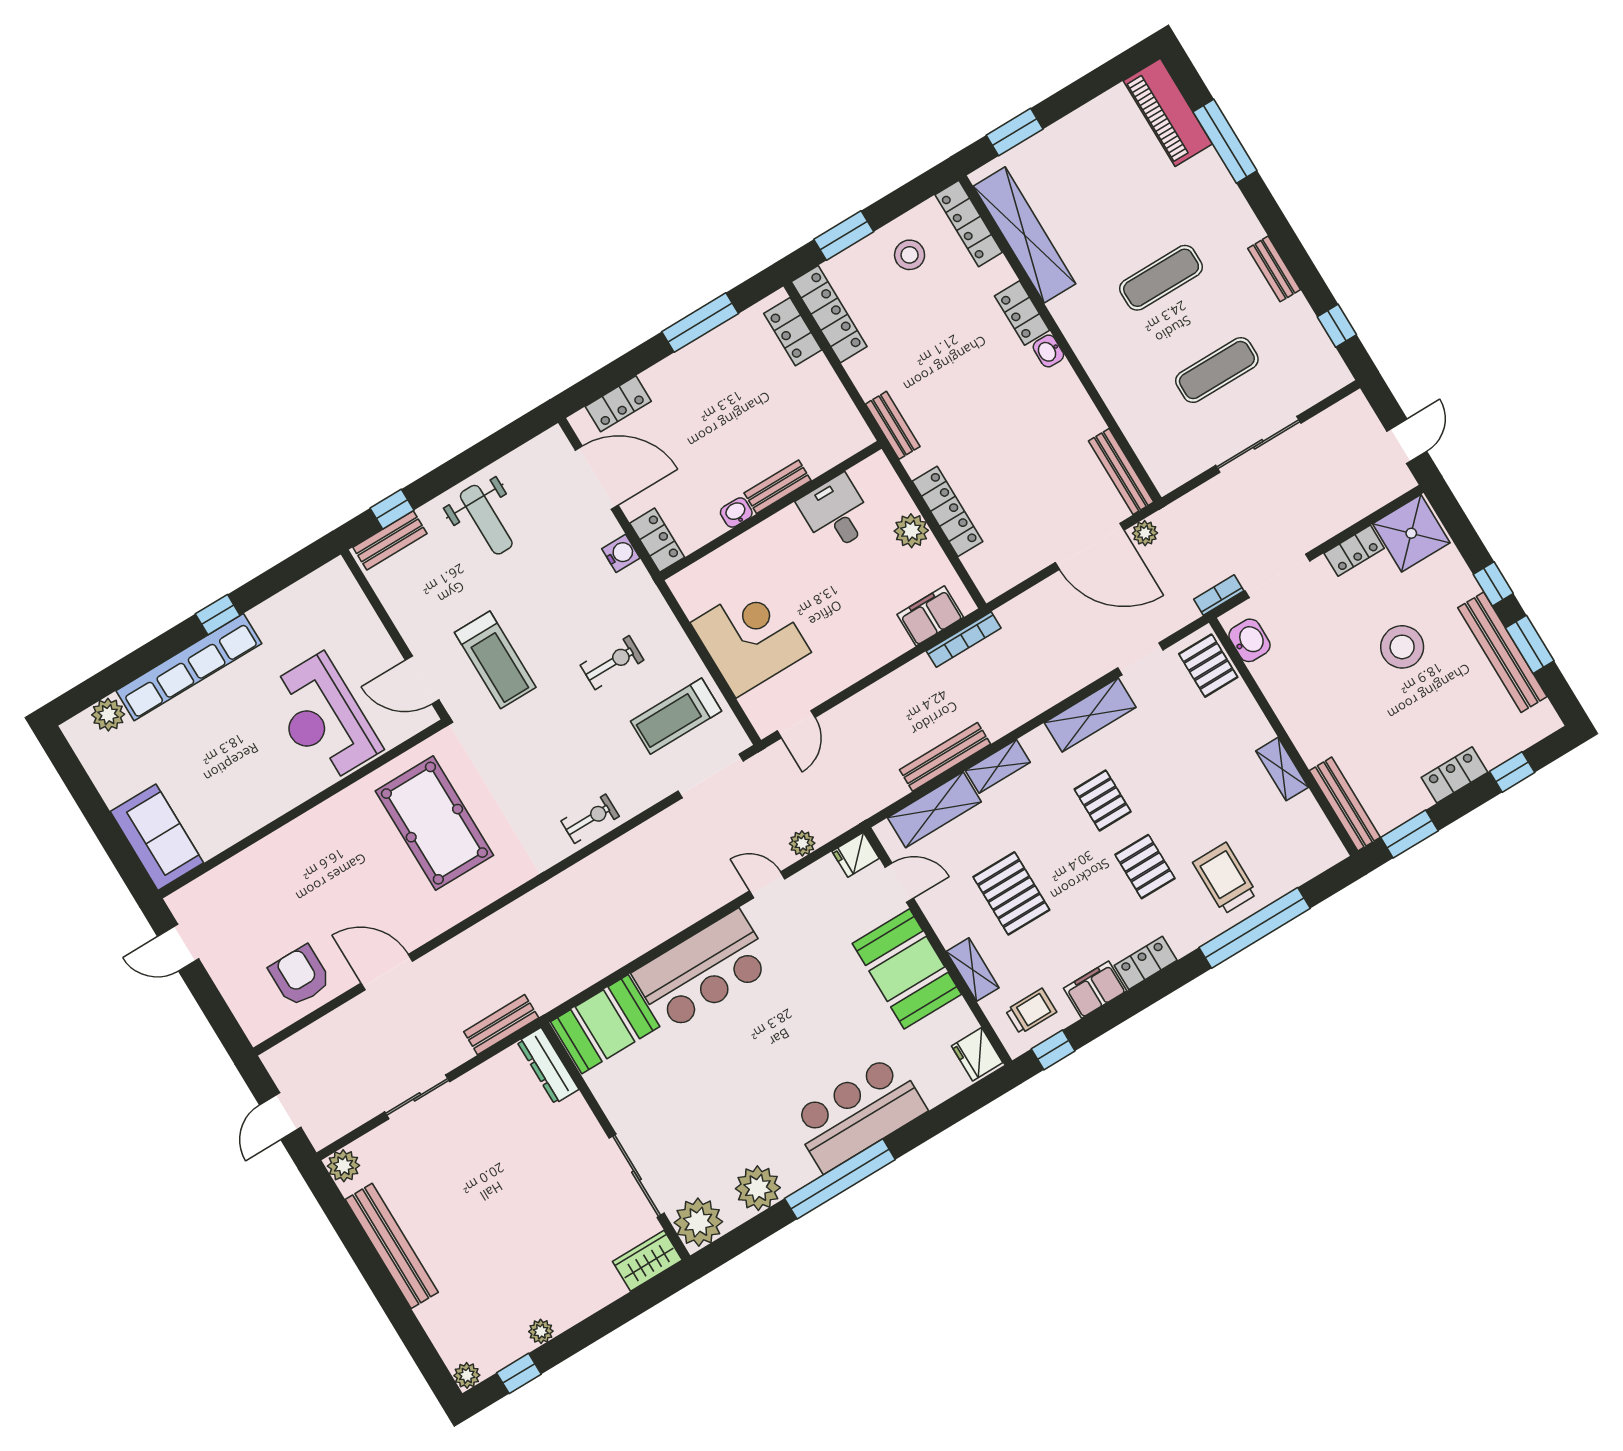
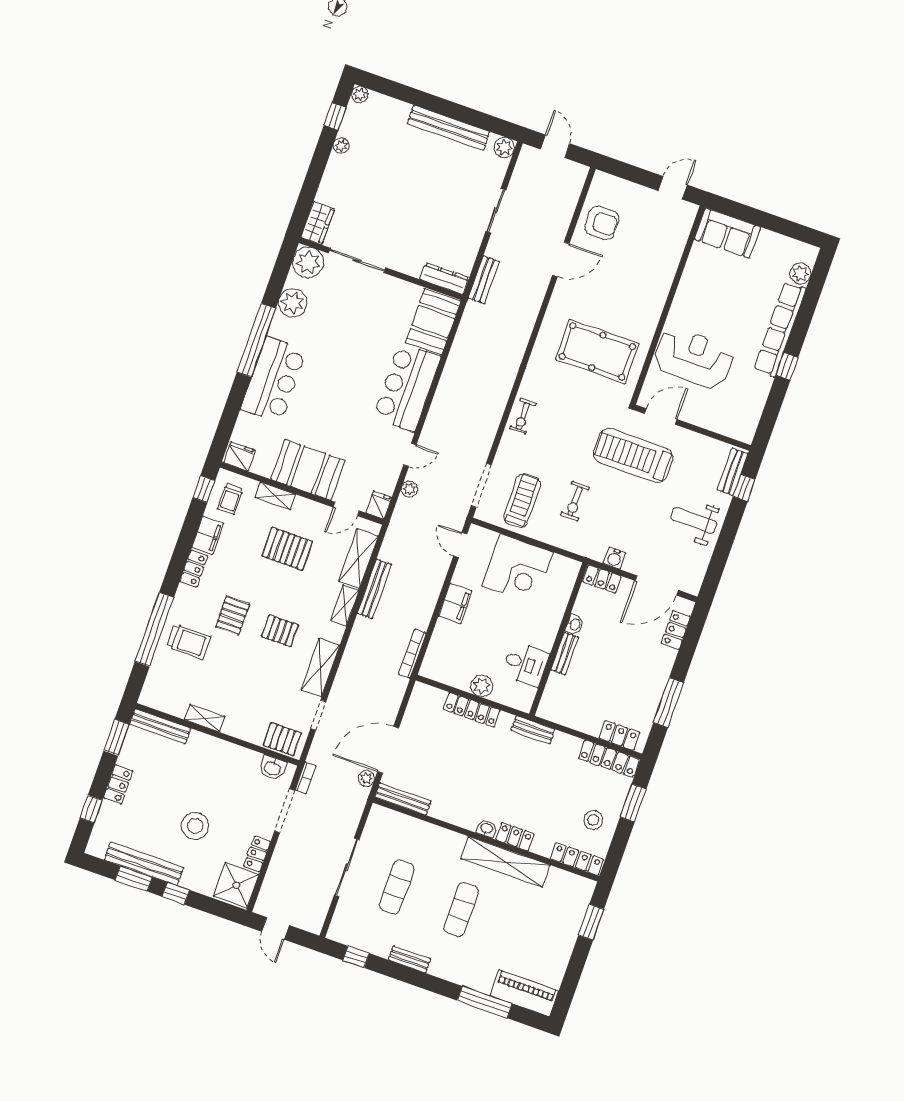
shelving: (1025, 235) -> (505, 862), moved
filing cabinet: (930, 616) -> (455, 603), moved
treadmill: (495, 660) -> (633, 456), width x1.37, depth x1.38
pallet: (1145, 867) -> (233, 615), turned 90

